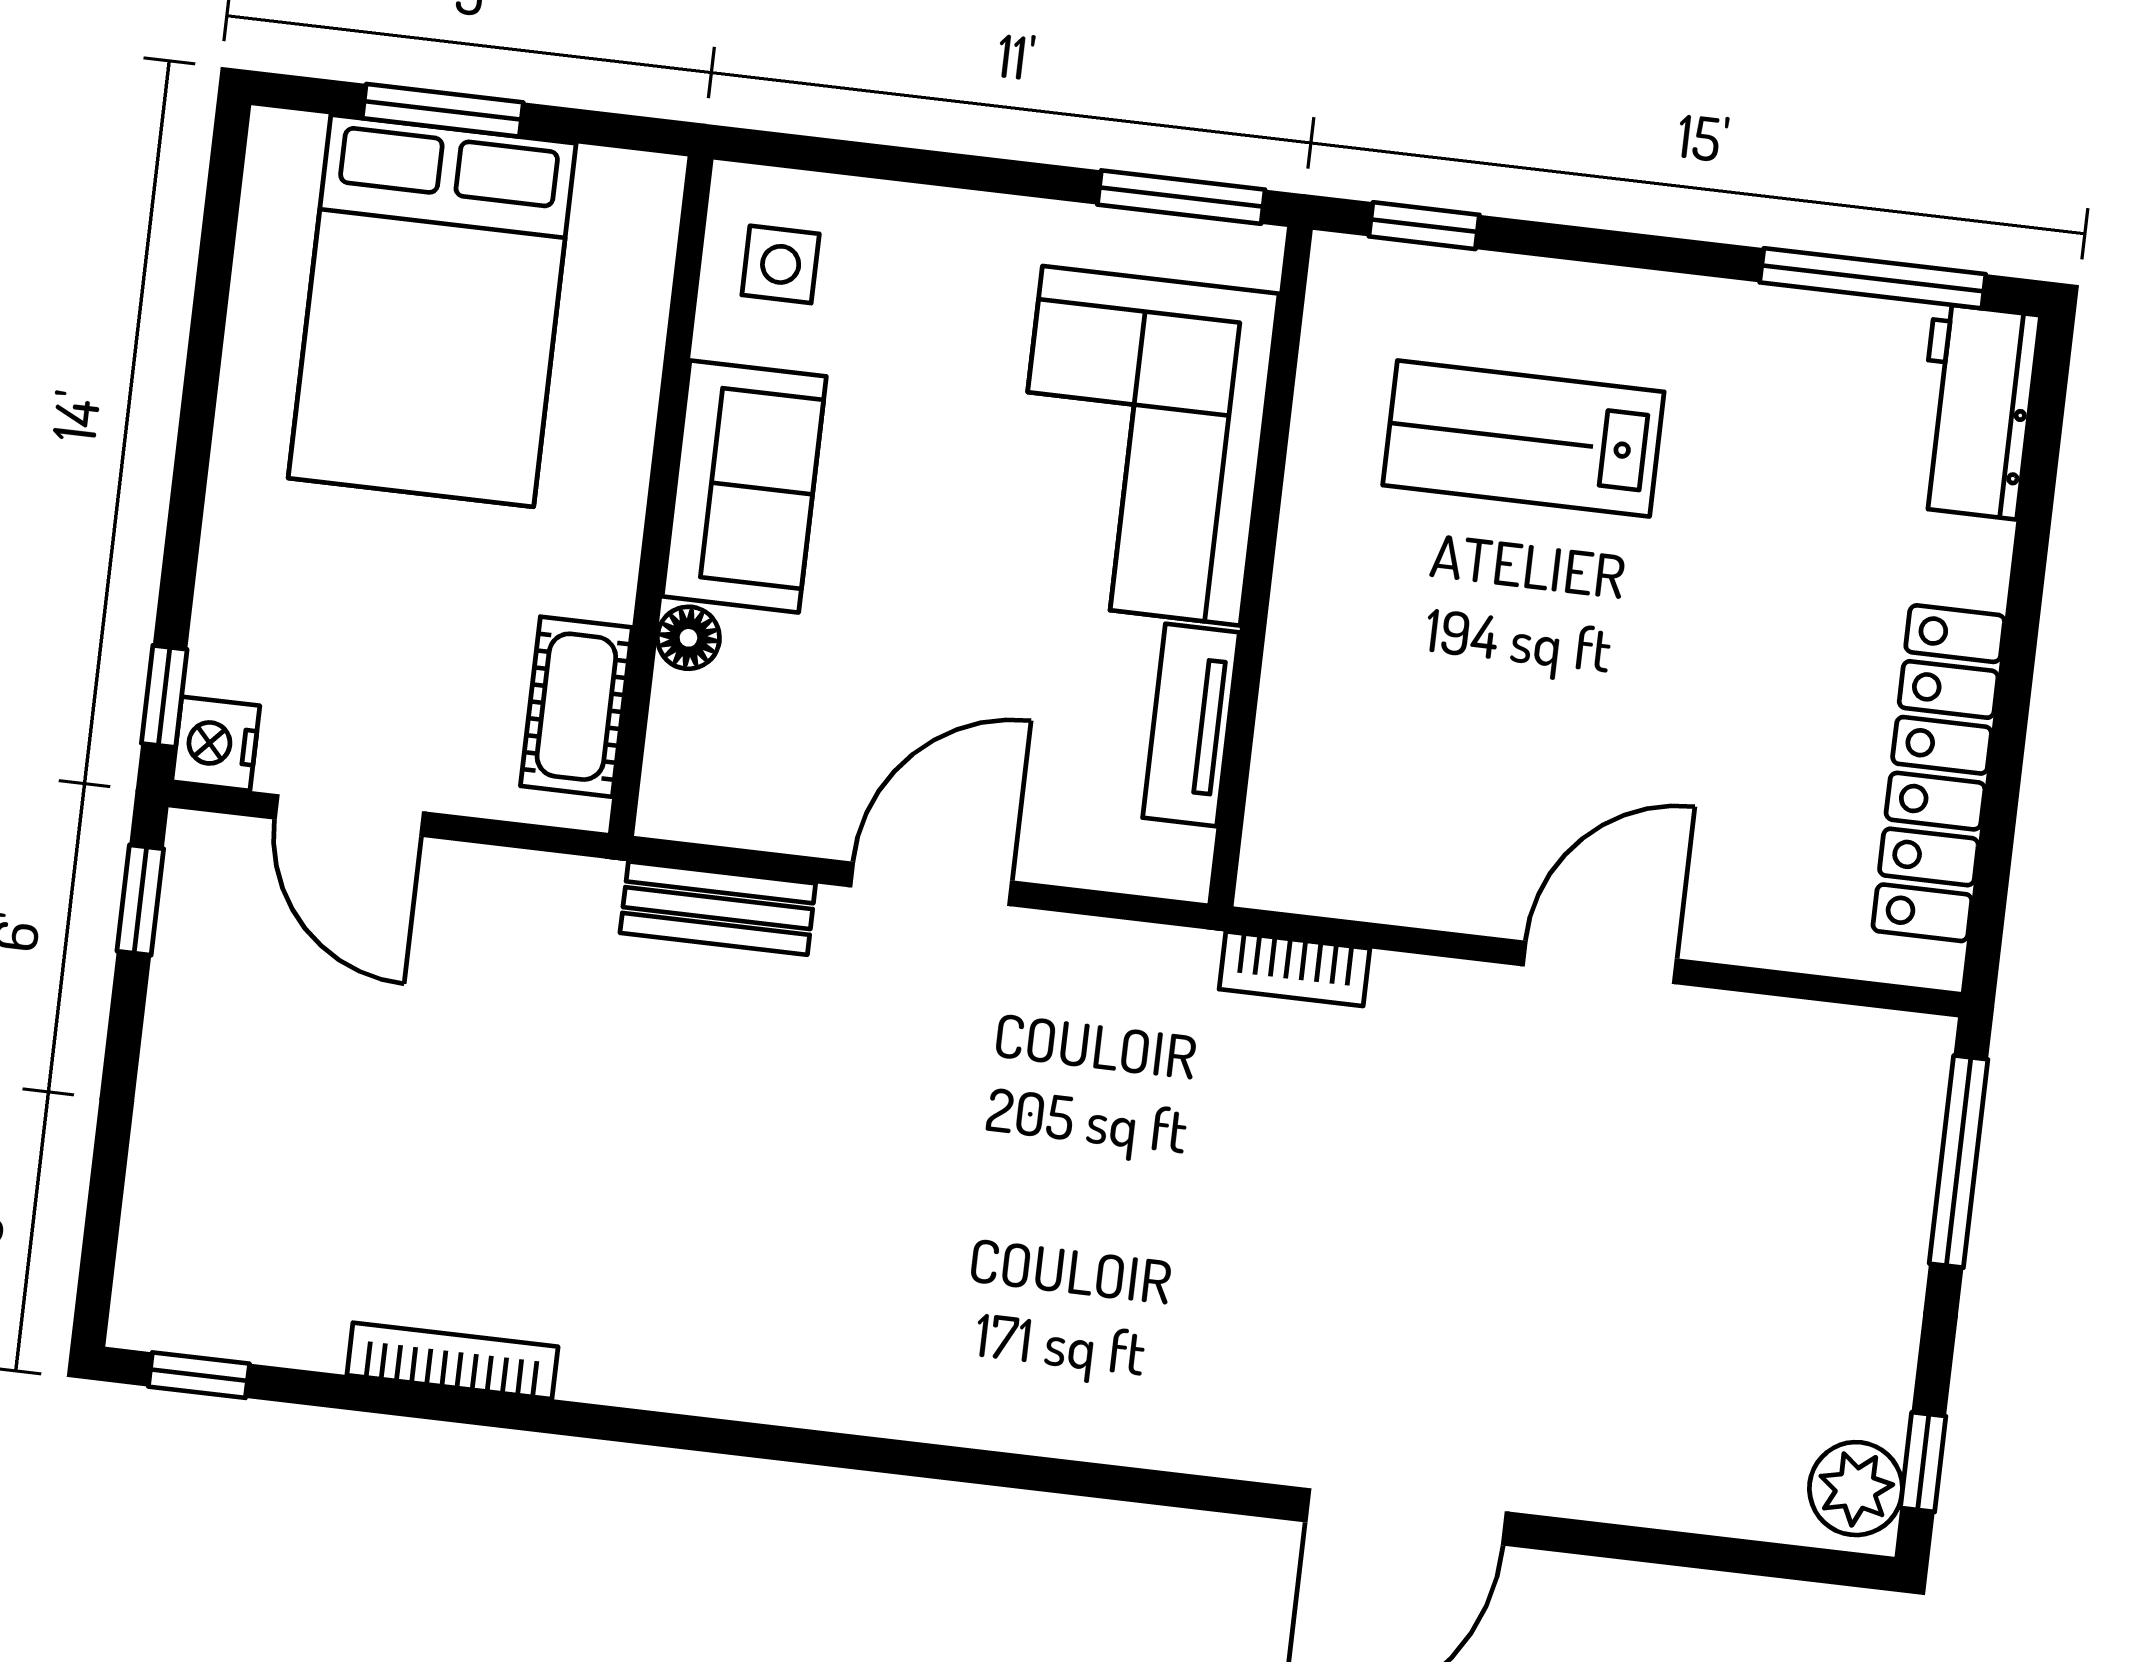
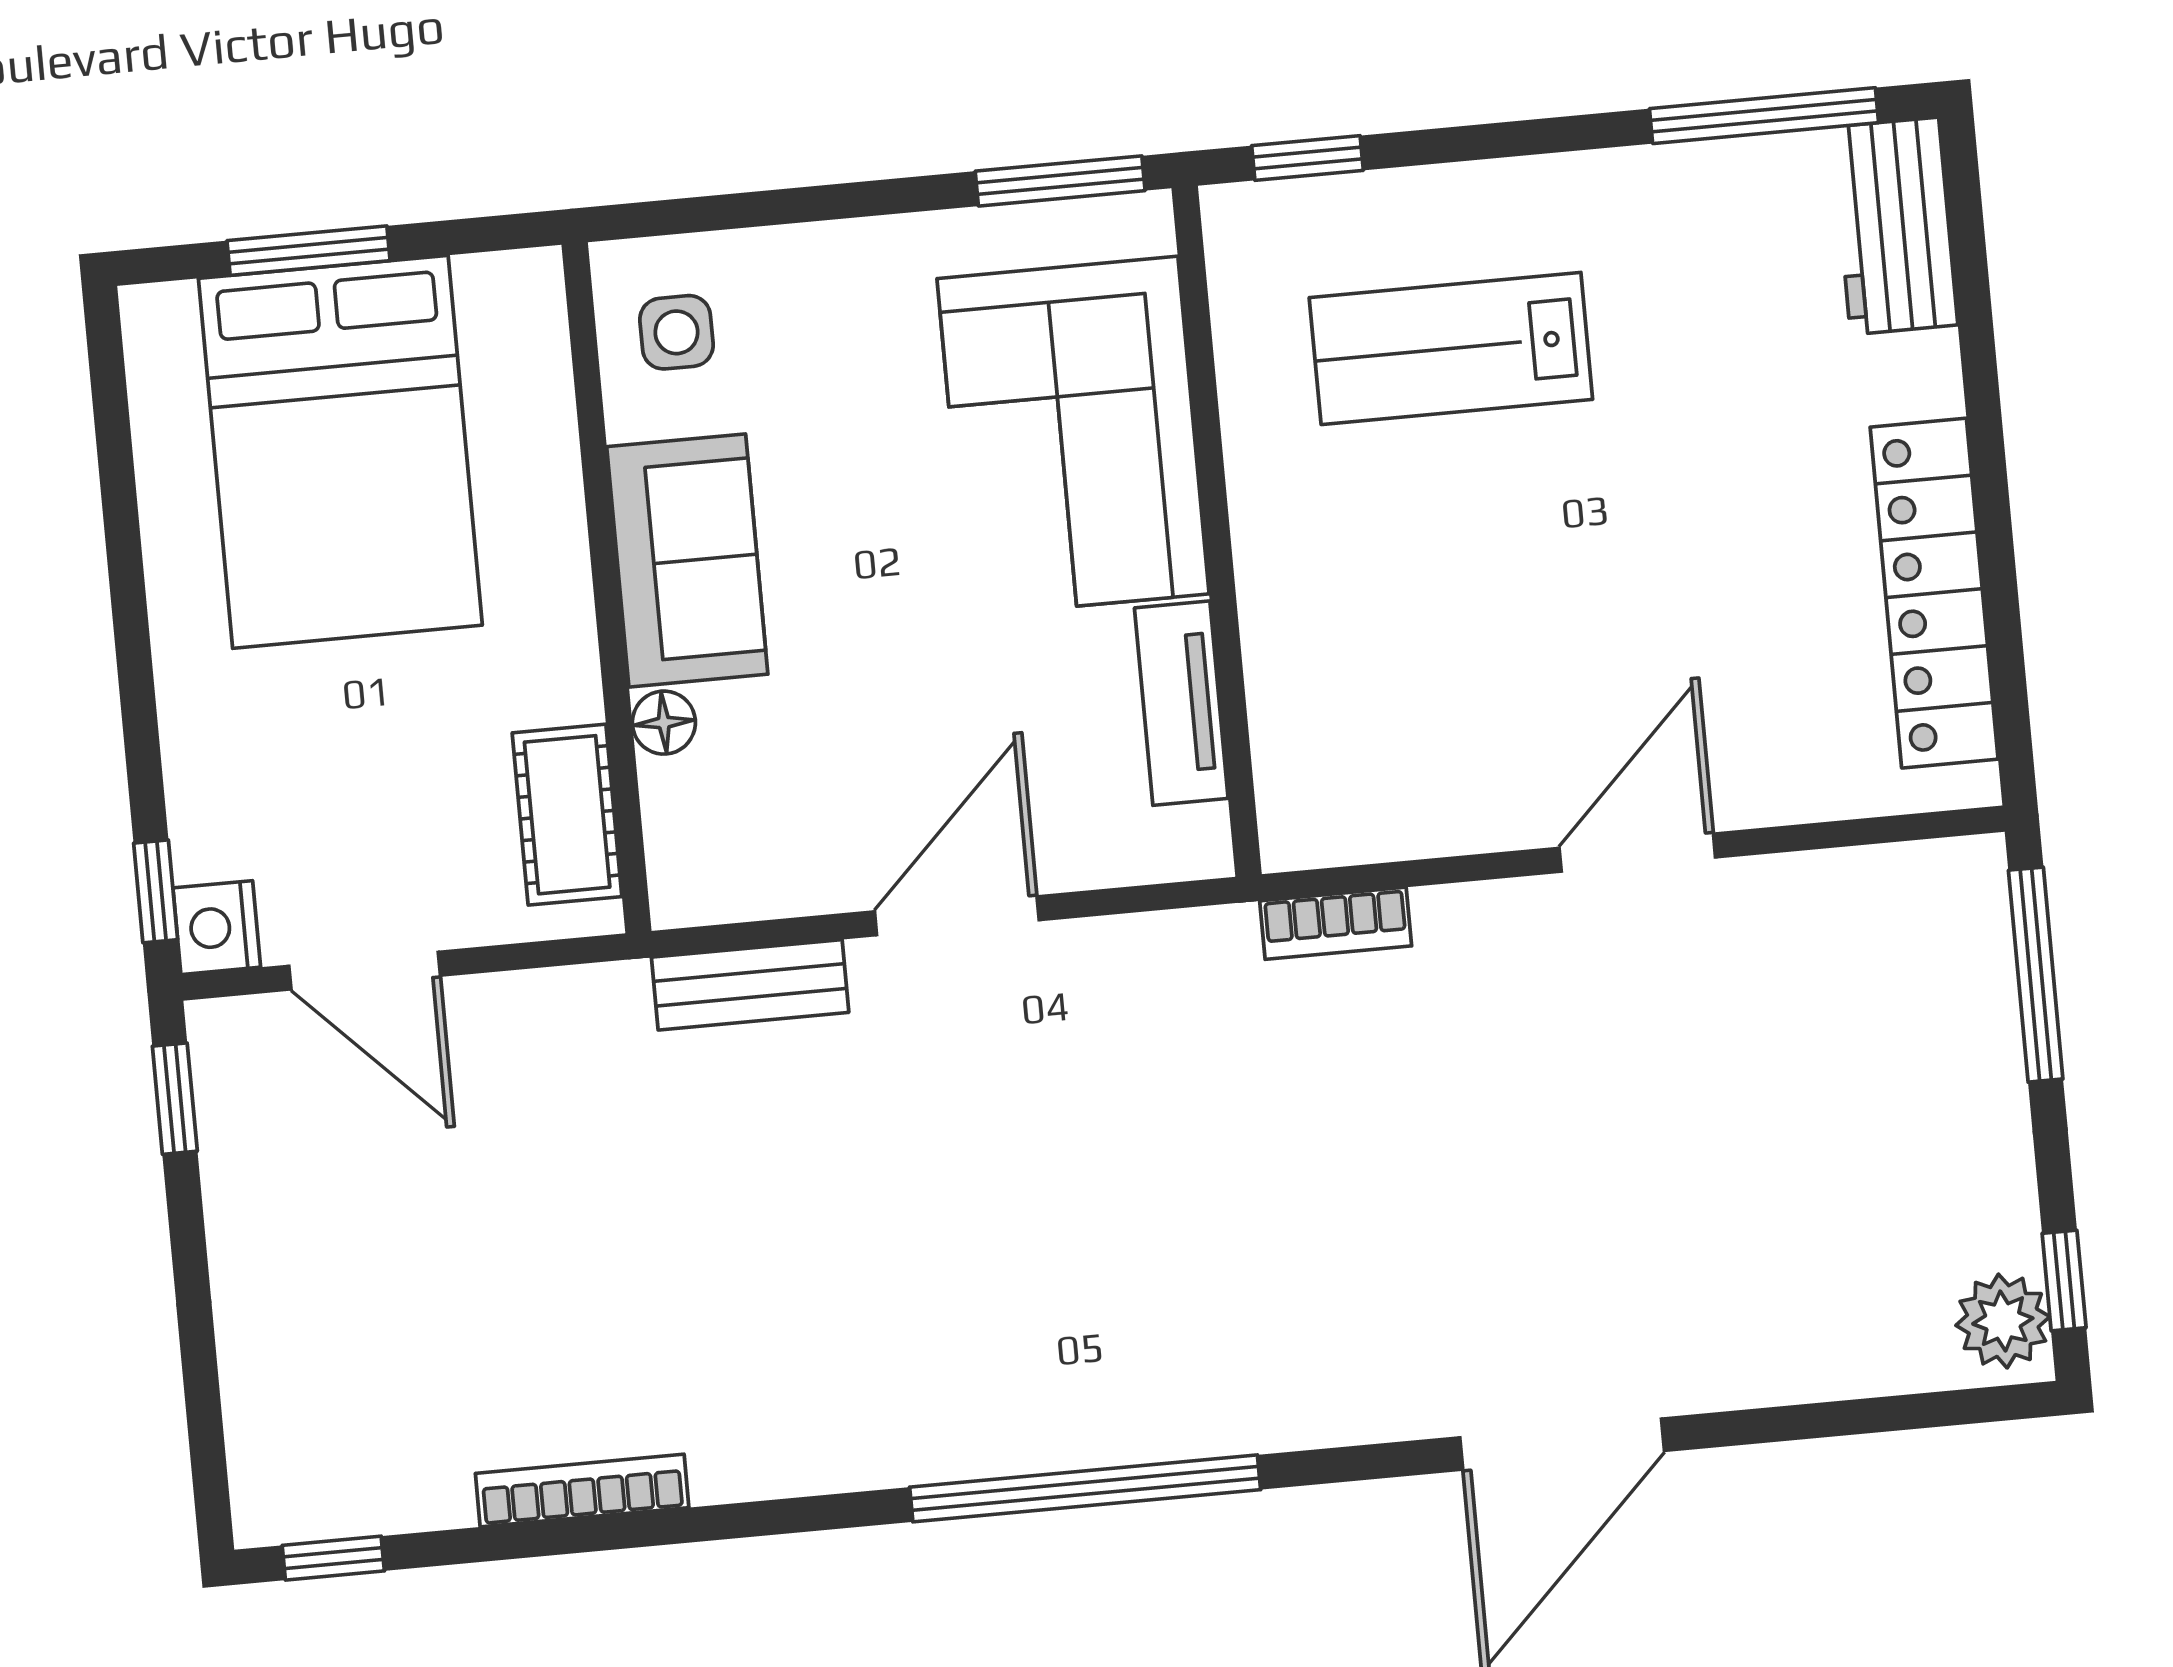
window: (937, 1462) -> (1085, 1488), added

